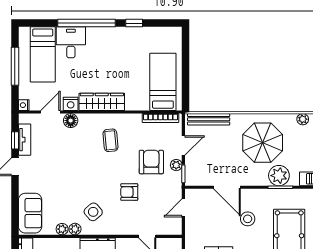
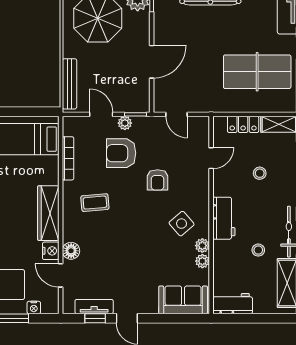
nightstand: (24, 105) -> (34, 308), moved
bookcase: (160, 118) -> (68, 158), moved
stool: (248, 219) -> (190, 37), removed

